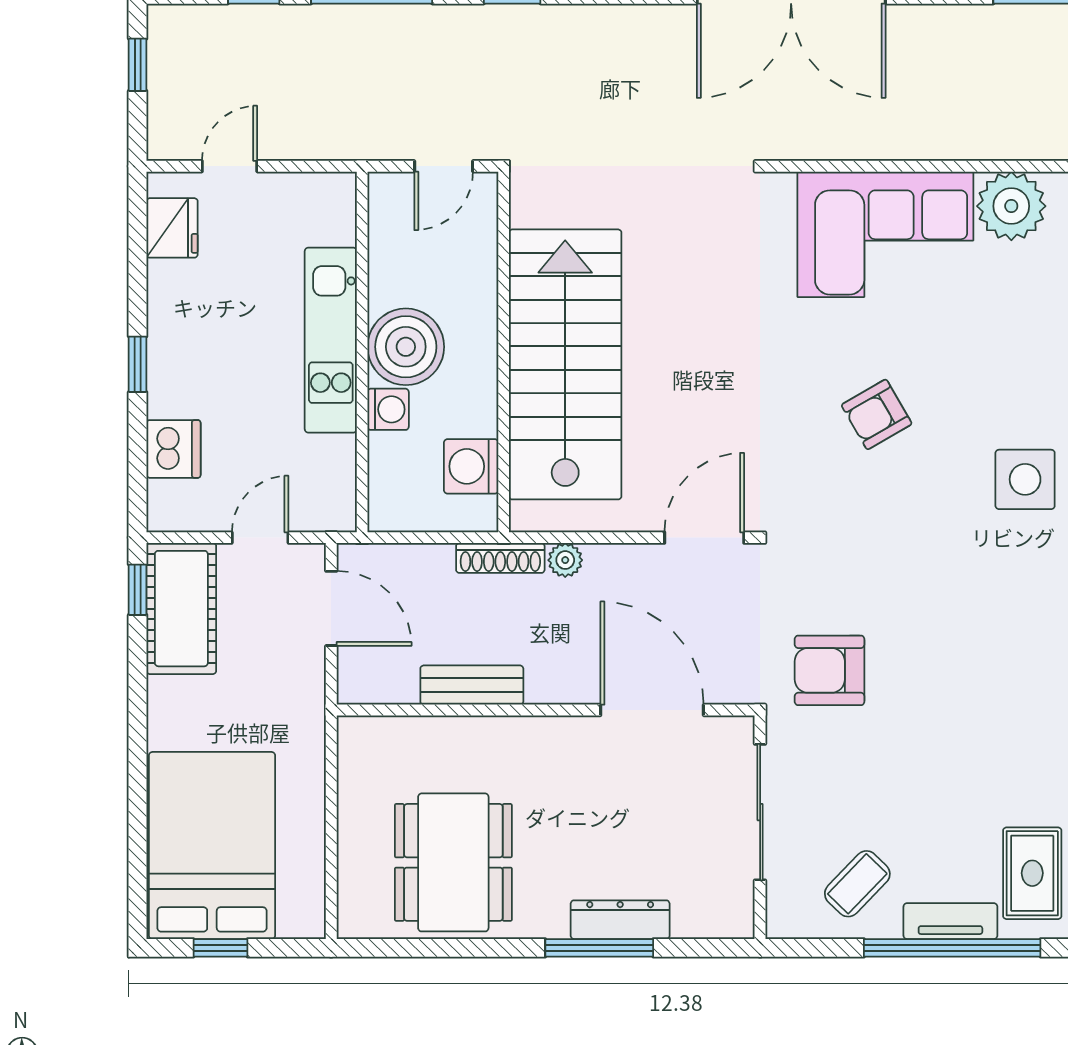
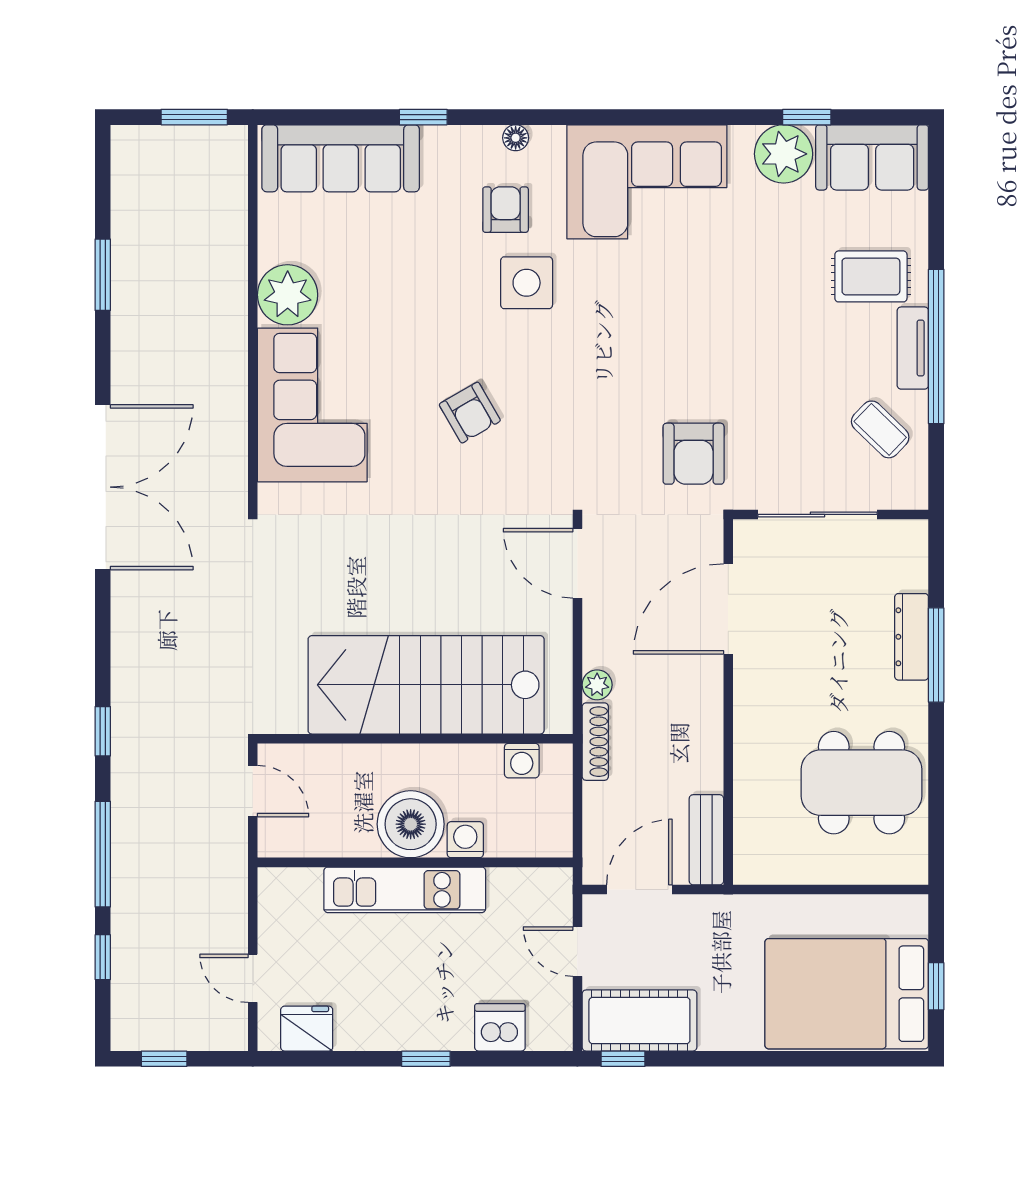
washing machine: (471, 466) -> (522, 761), width x0.73, depth x0.73
bench: (472, 685) -> (706, 840), moved

